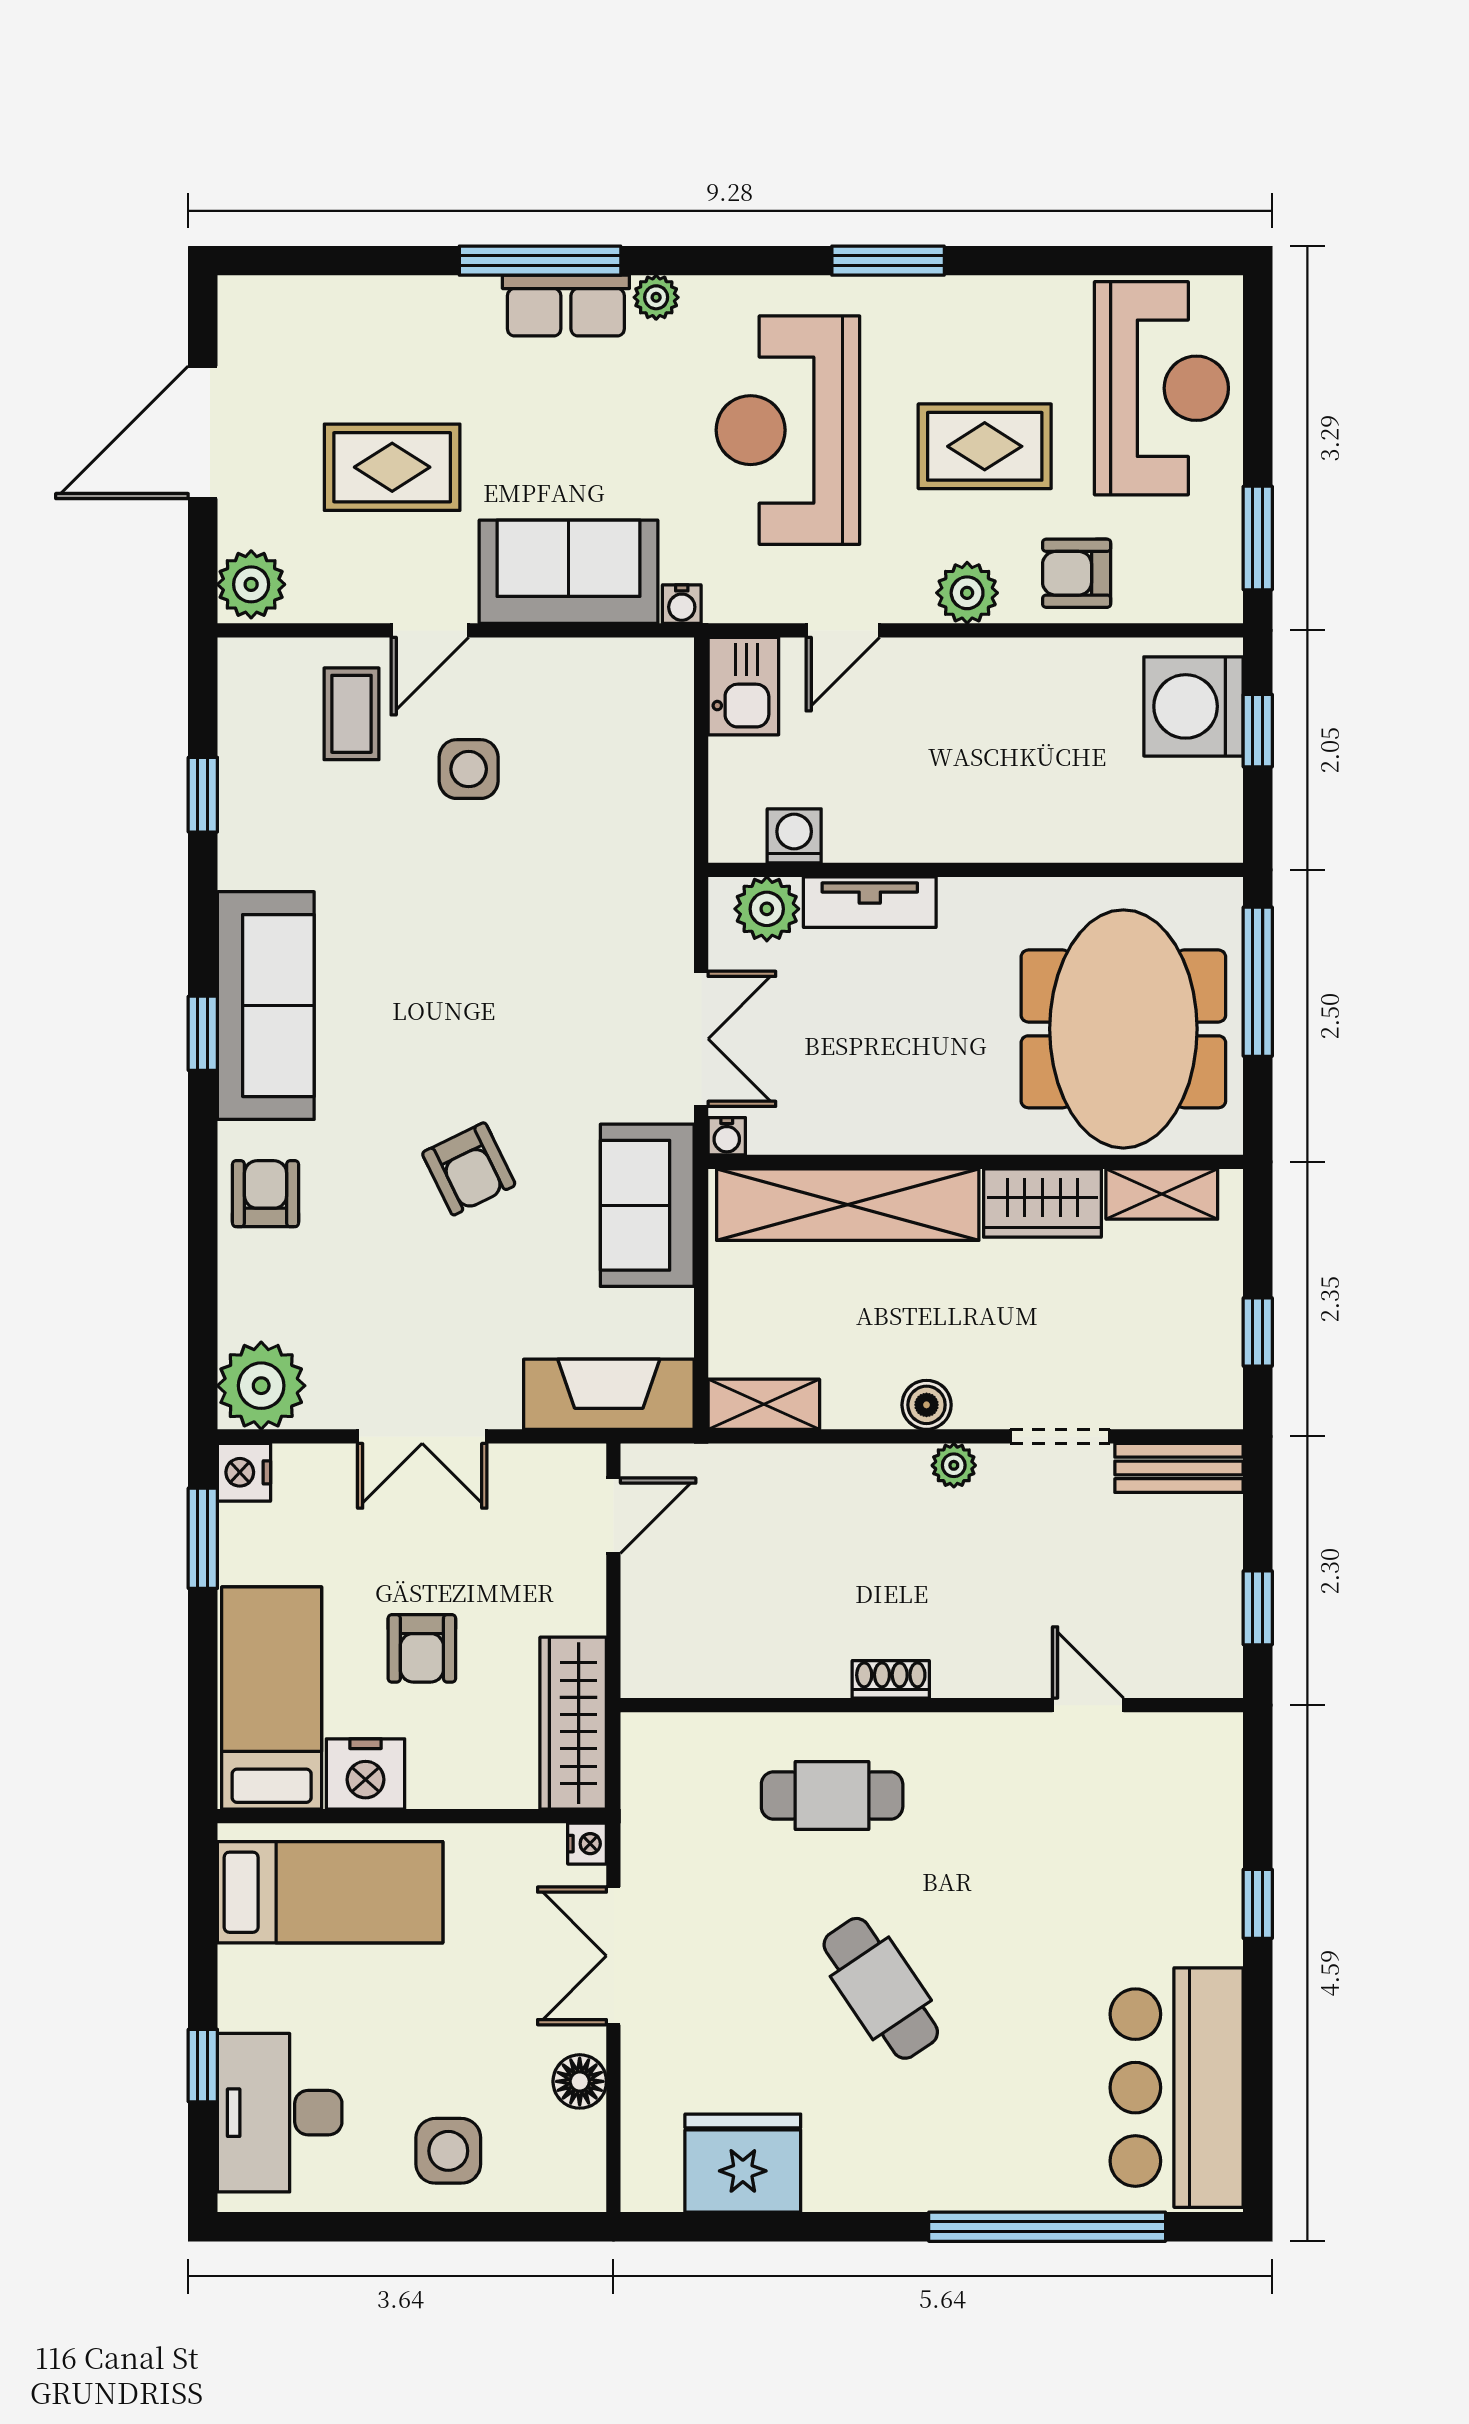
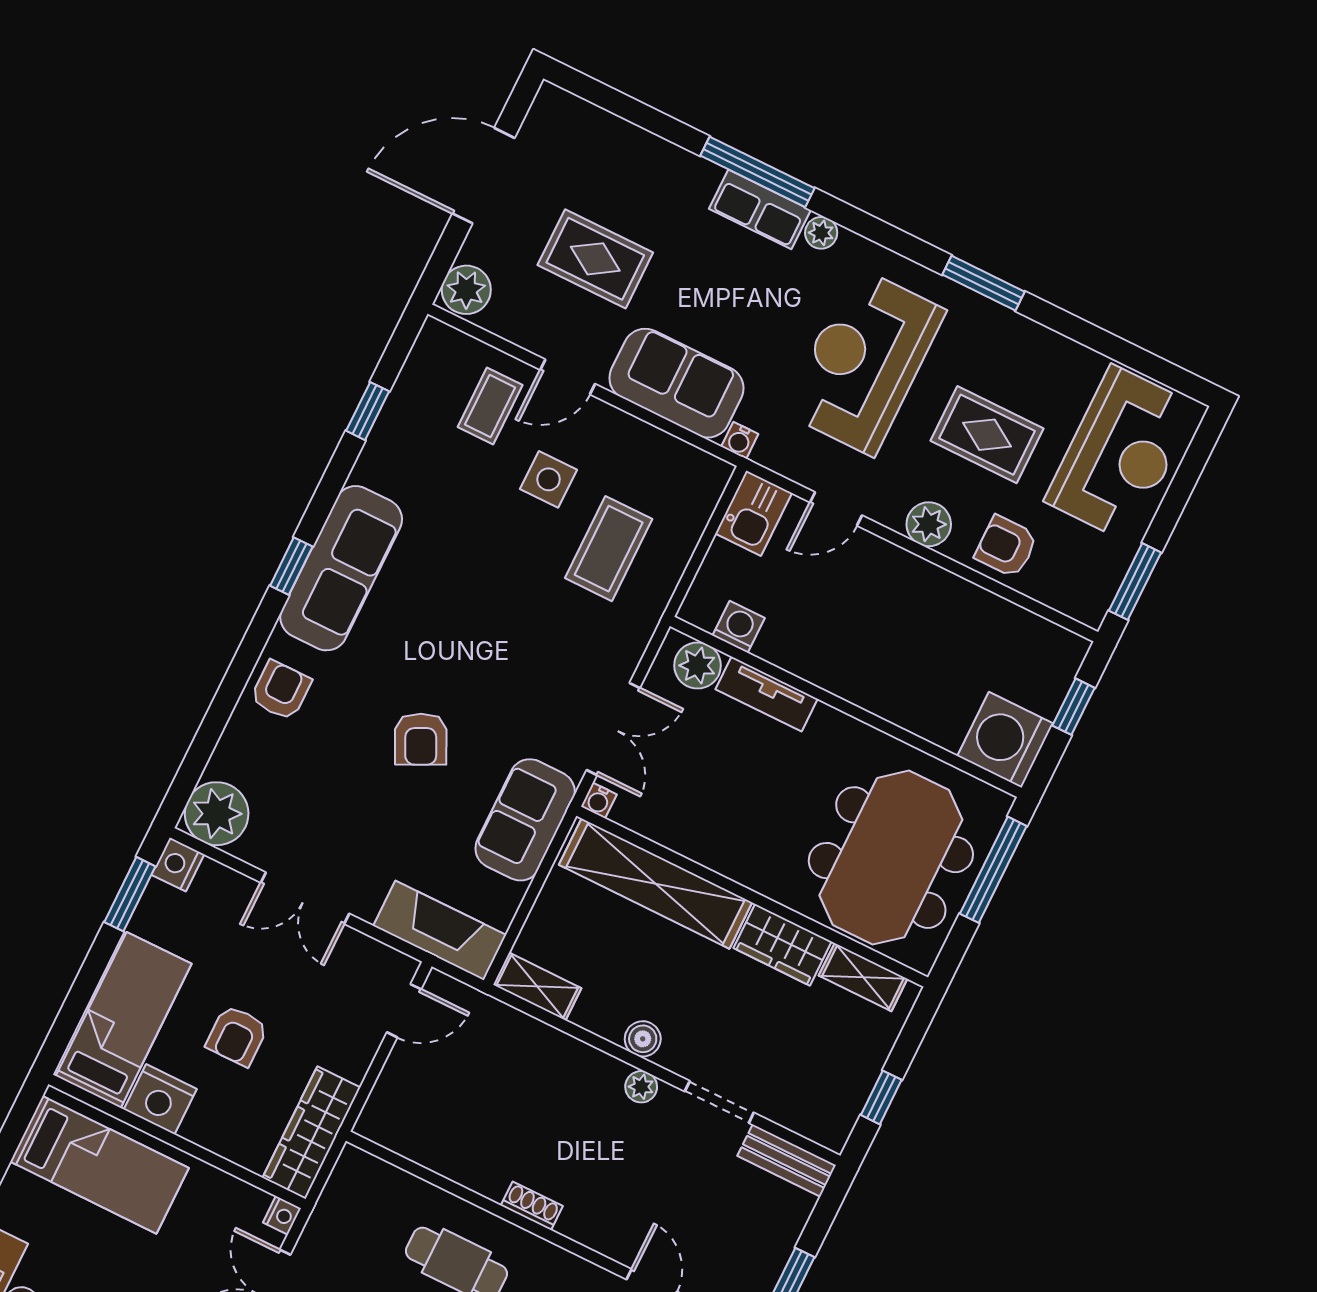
washing machine: (1193, 706) -> (1005, 740), moved
coffee table: (585, 818) -> (609, 549), added

